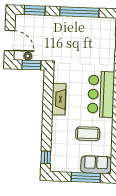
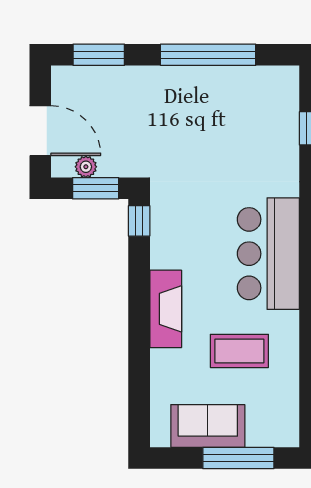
fireplace: (59, 99) -> (166, 309), moved
window: (46, 157) -> (139, 221), moved
sofa: (96, 165) -> (208, 426), moved

